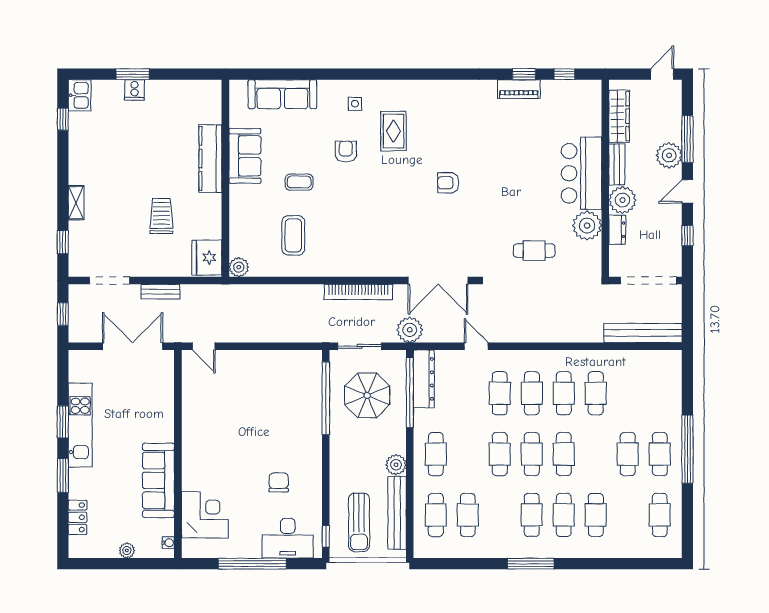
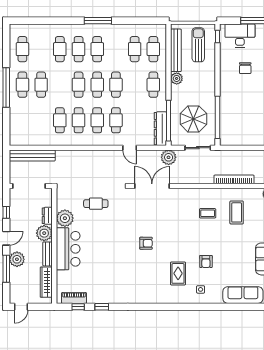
piano: (519, 89) -> (74, 298), moved
coffee table: (299, 182) -> (208, 213), moved
bookcase: (358, 292) -> (234, 179), moved

